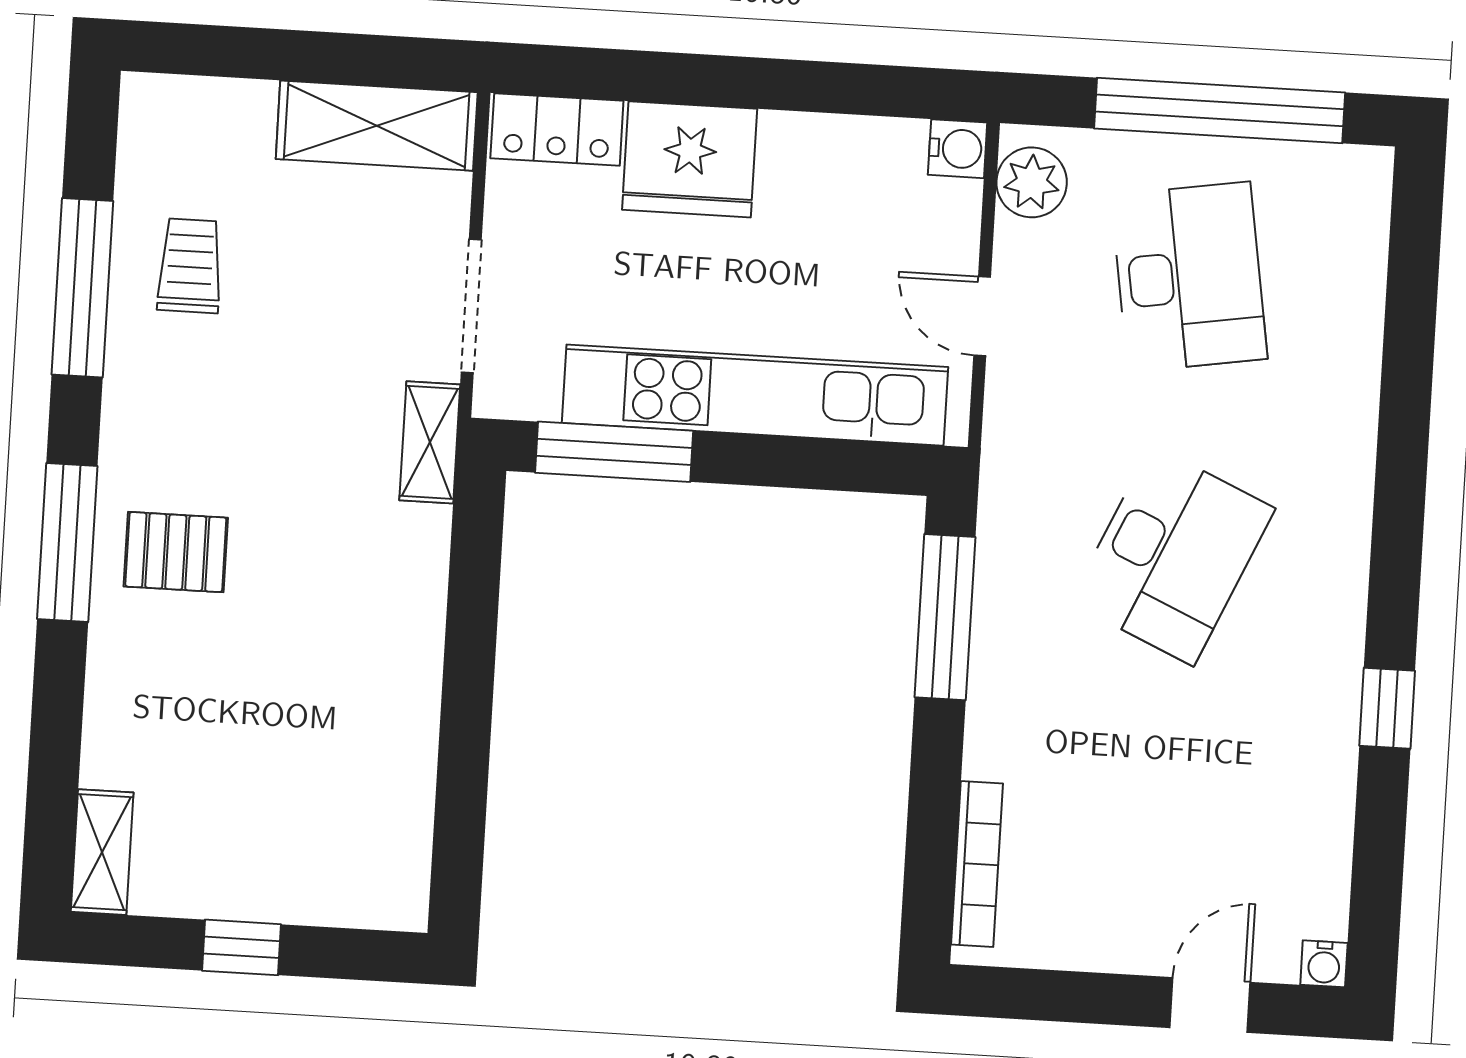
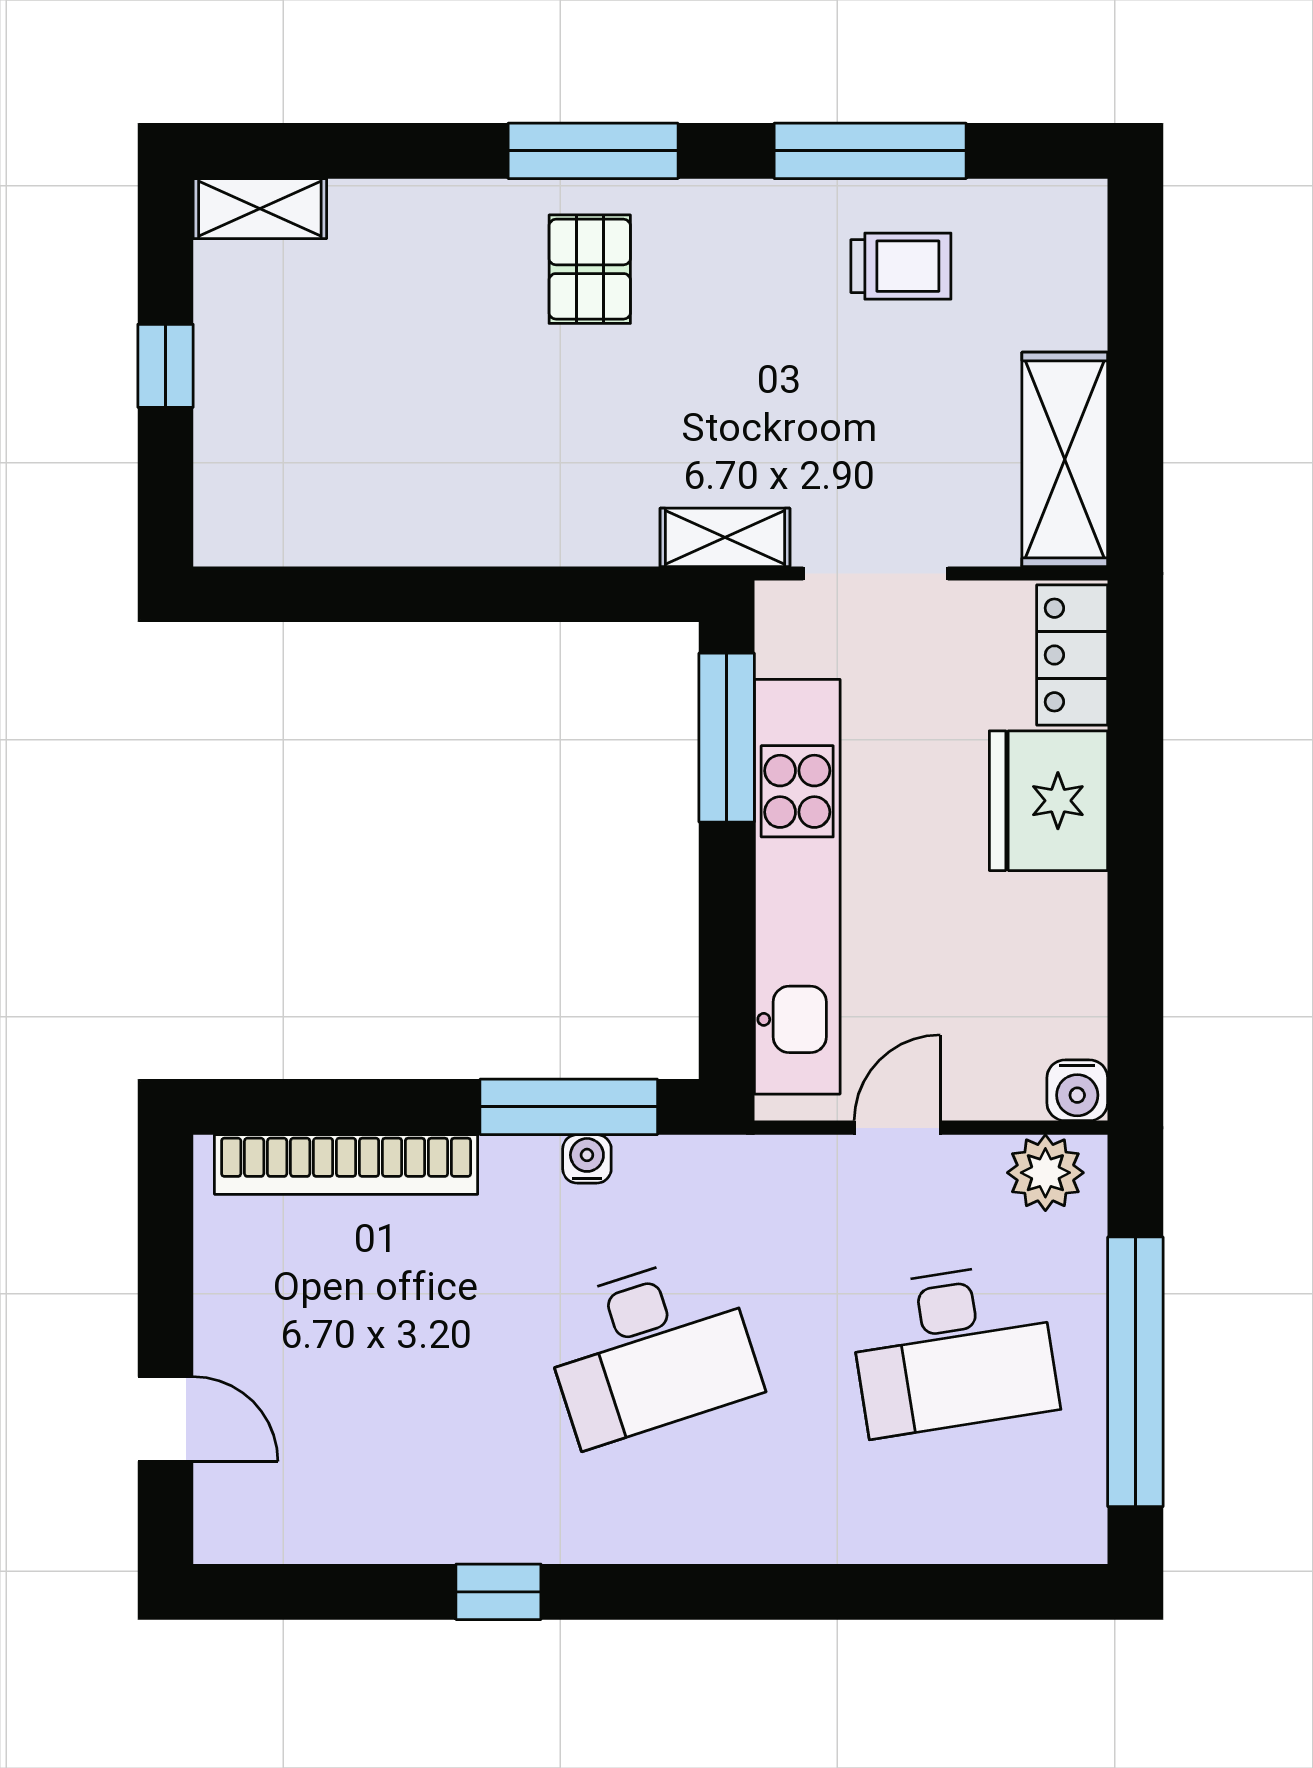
desk: (1172, 555) -> (650, 1349), turned -42
bookcase: (977, 864) -> (346, 1164), width x1.48, depth x1.31
water cooler: (1324, 964) -> (587, 1159), moved, turned 90

